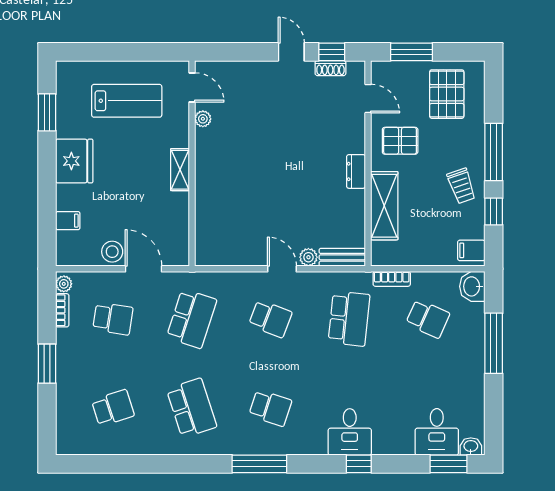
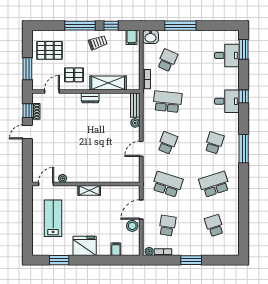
pallet: (400, 141) -> (74, 75), turned 90
door: (282, 269) -> (141, 149), moved
washbasin: (471, 447) -> (235, 38), removed

